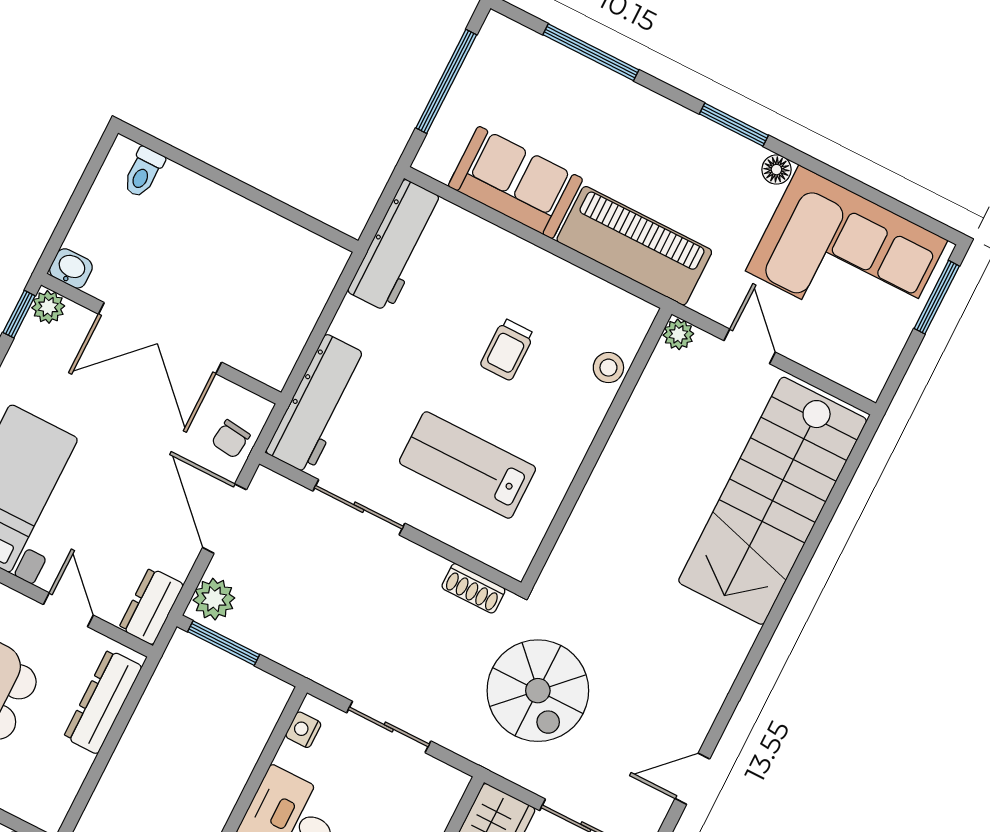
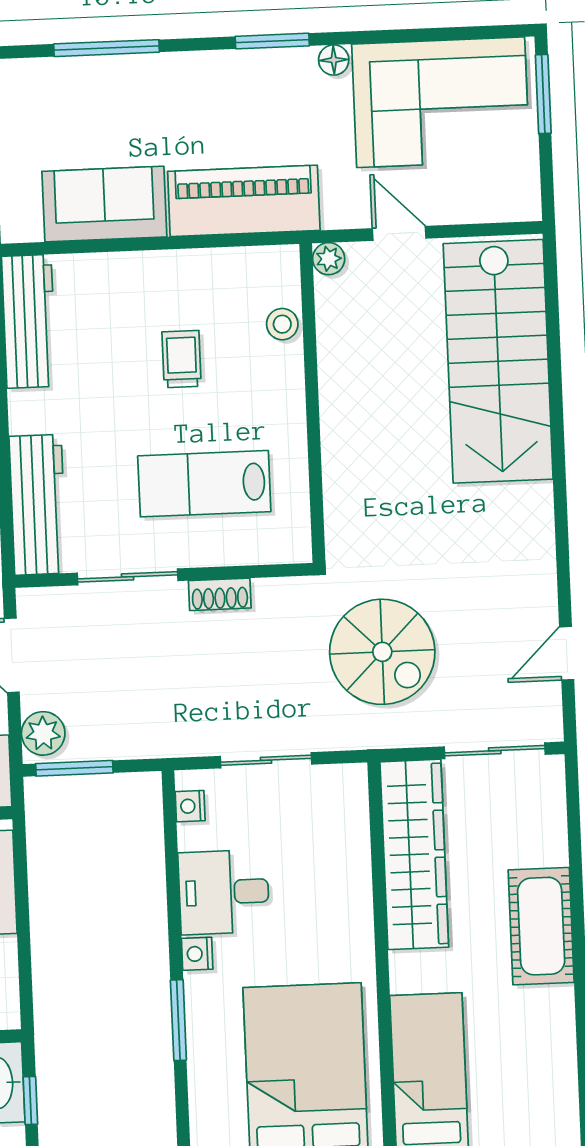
trolley: (507, 349) -> (182, 359), turned 180
shoe rack: (473, 588) -> (220, 594), moved

